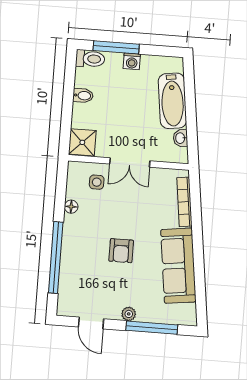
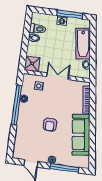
window: (116, 47) -> (70, 14), moved
toilet: (90, 59) -> (38, 29), moved
double door: (130, 162) -> (58, 76), swing flipped
window: (56, 258) -> (17, 105), moved

